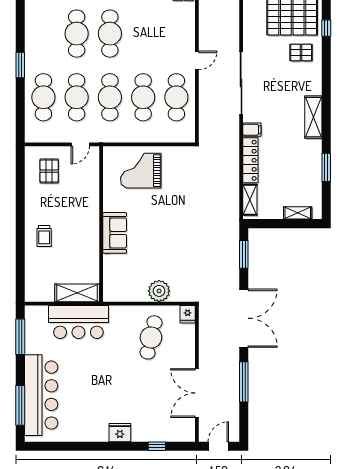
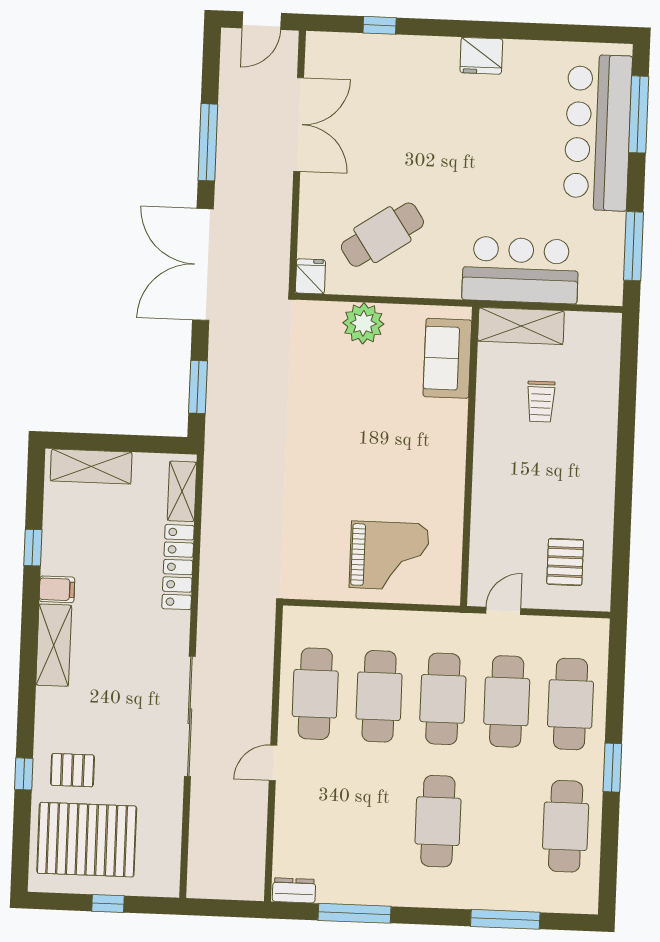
window: (326, 28) -> (24, 774), moved
cafe table: (77, 34) -> (566, 826), moved
filing cabinet: (252, 130) -> (57, 589), moved, turned 180
window: (326, 167) -> (33, 548), width x0.67
shelving: (298, 213) -> (91, 466), width x1.50, depth x1.33
sofa: (115, 233) -> (447, 358), moved
trolley: (44, 236) -> (541, 402), moved, turned 180
cafe table: (151, 337) -> (382, 235), turned 43
fridge: (120, 433) -> (481, 56), moved

